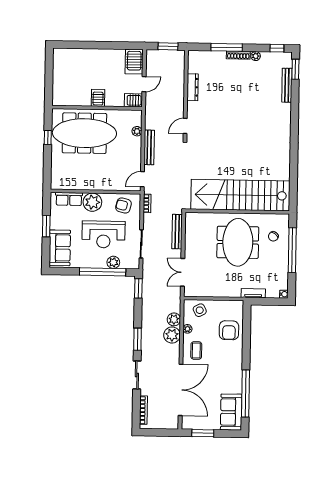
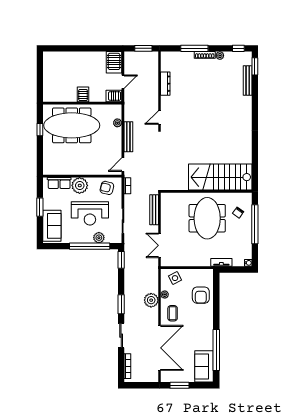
stairs: (240, 195) -> (220, 177), width x0.73
plant: (174, 319) -> (153, 286), removed

